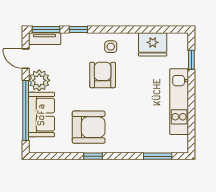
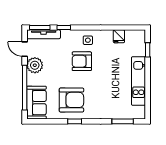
tv unit: (45, 39) -> (44, 34), width x1.41
fridge: (153, 44) -> (119, 36), width x0.53, depth x0.75
armchair: (103, 75) -> (82, 61), turned -90
sofa: (42, 115) -> (36, 103), moved

